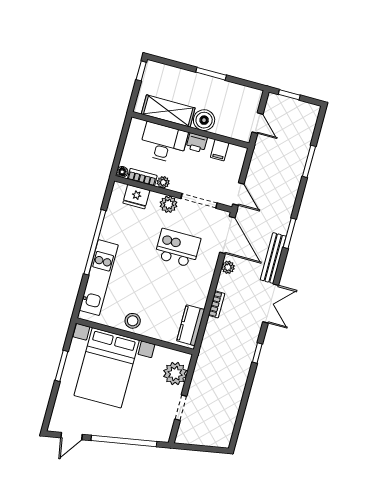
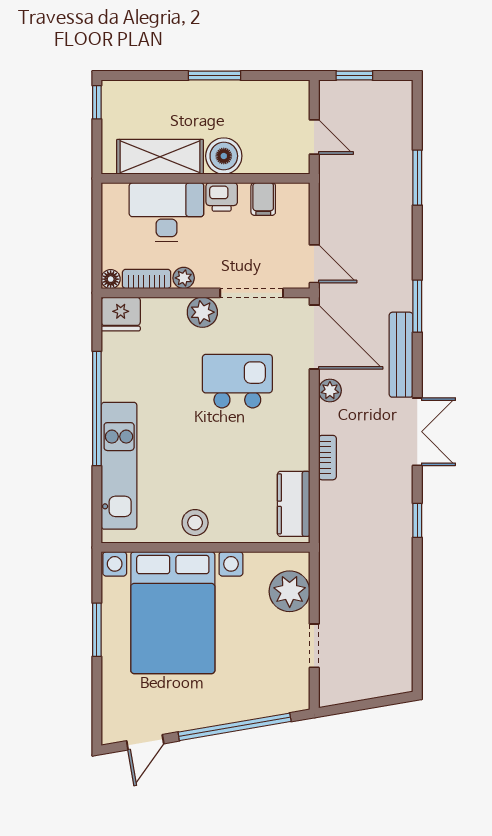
fridge: (136, 197) -> (121, 314), moved

